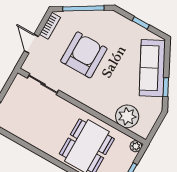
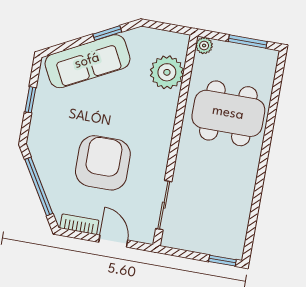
door: (31, 44) -> (113, 241), swing flipped
armchair: (84, 55) -> (103, 163), turned 90

